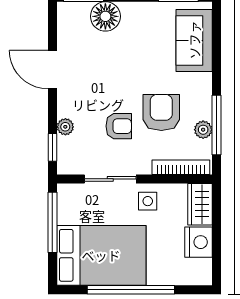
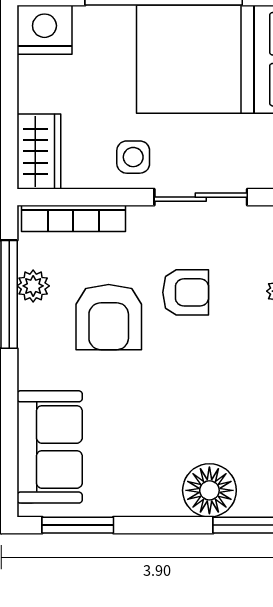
armchair: (119, 126) -> (186, 292), turned 180
nightstand: (198, 242) -> (44, 30), moved, turned 90

